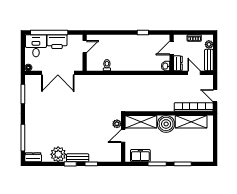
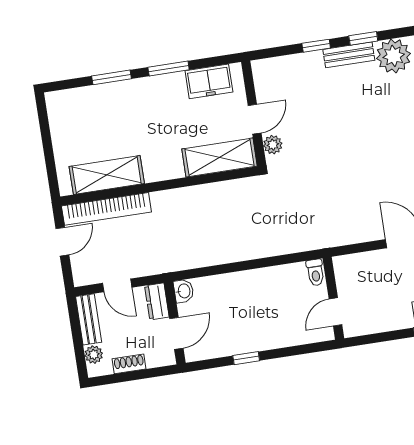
door: (85, 47) -> (335, 312), moved
wall: (85, 53) -> (333, 298), moved
door: (215, 96) -> (62, 242), hinge flipped
boiler: (166, 124) -> (162, 161), removed

